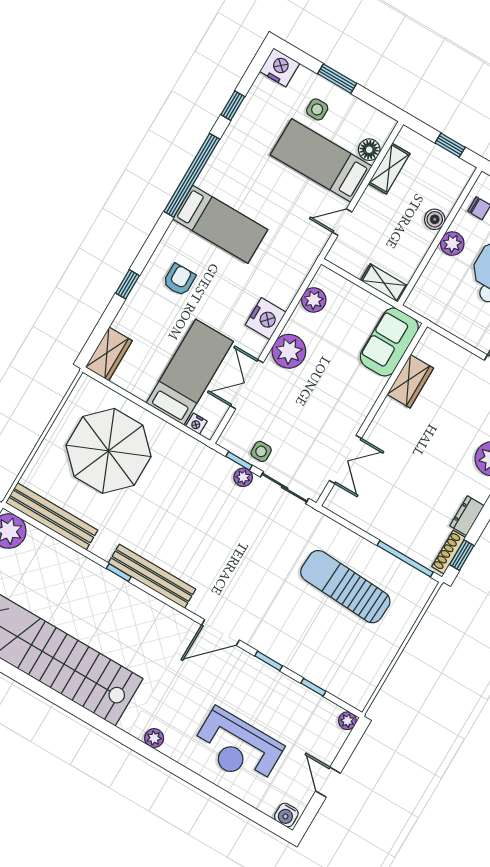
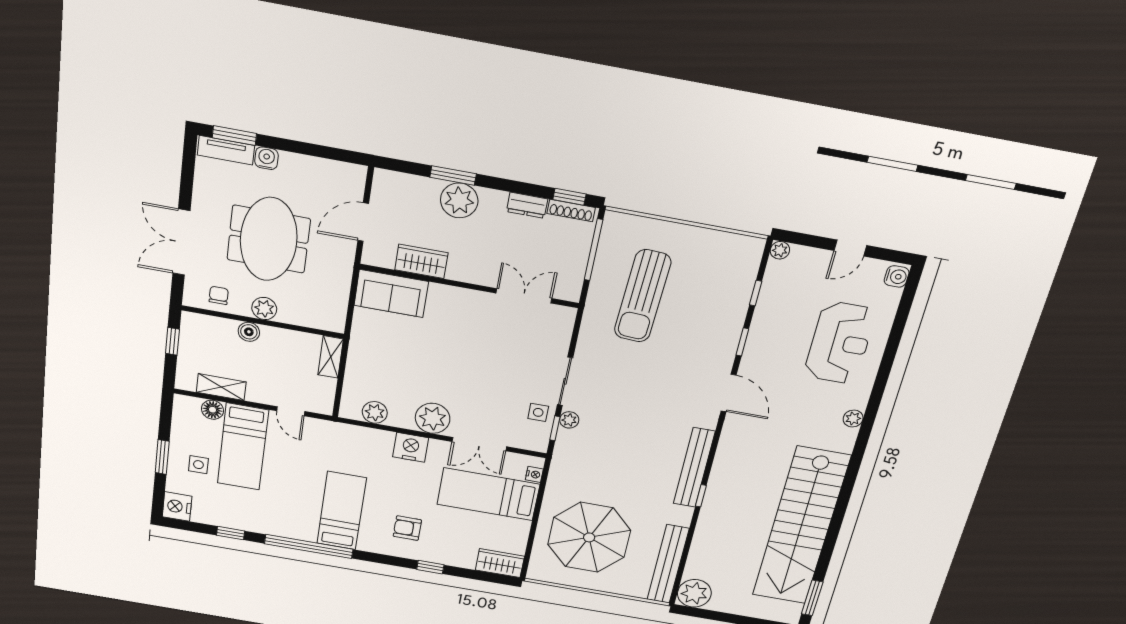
sofa: (389, 342) -> (391, 293), moved
wardrobe: (410, 381) -> (421, 261), moved
wall: (372, 415) -> (469, 286), moved
double door: (345, 459) -> (524, 296), moved

